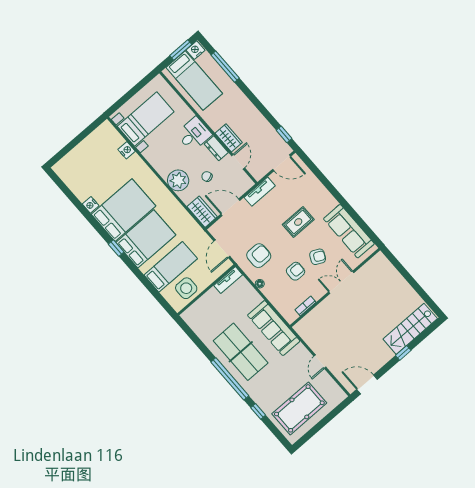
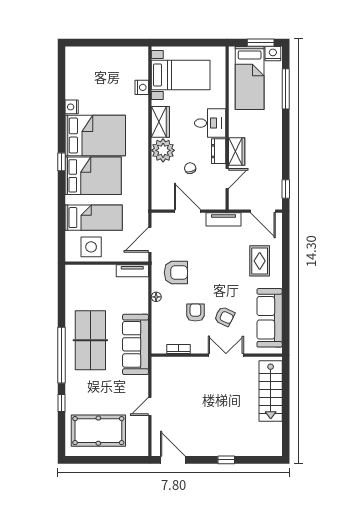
wardrobe: (202, 212) -> (160, 122), moved
rug: (298, 222) -> (260, 261), moved, turned 90
armchair: (296, 271) -> (195, 312), turned -90
stairs: (410, 329) -> (271, 391), moved, turned -90

